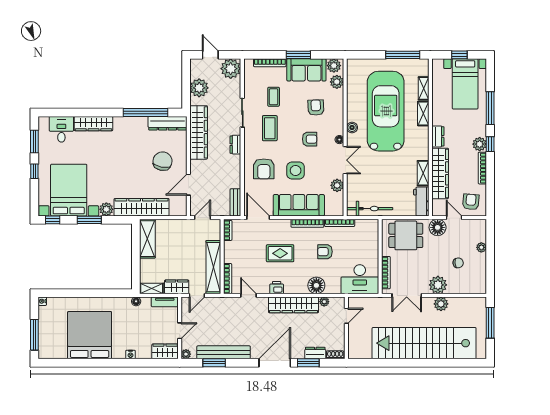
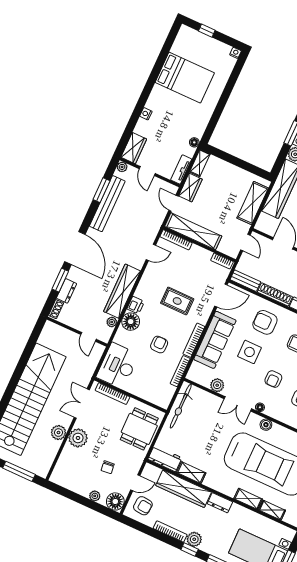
shoe rack: (236, 171) -> (275, 294), added
floor lamp: (438, 227) -> (115, 501), moved
shelving: (147, 239) -> (253, 203), moved, turned 90
rug: (280, 253) -> (177, 301), turned 90
chair: (458, 263) -> (108, 467), moved
printer: (277, 288) -> (136, 305), moved
window: (34, 335) -> (207, 31), width x0.46
bed: (90, 335) -> (185, 78), width x0.73

